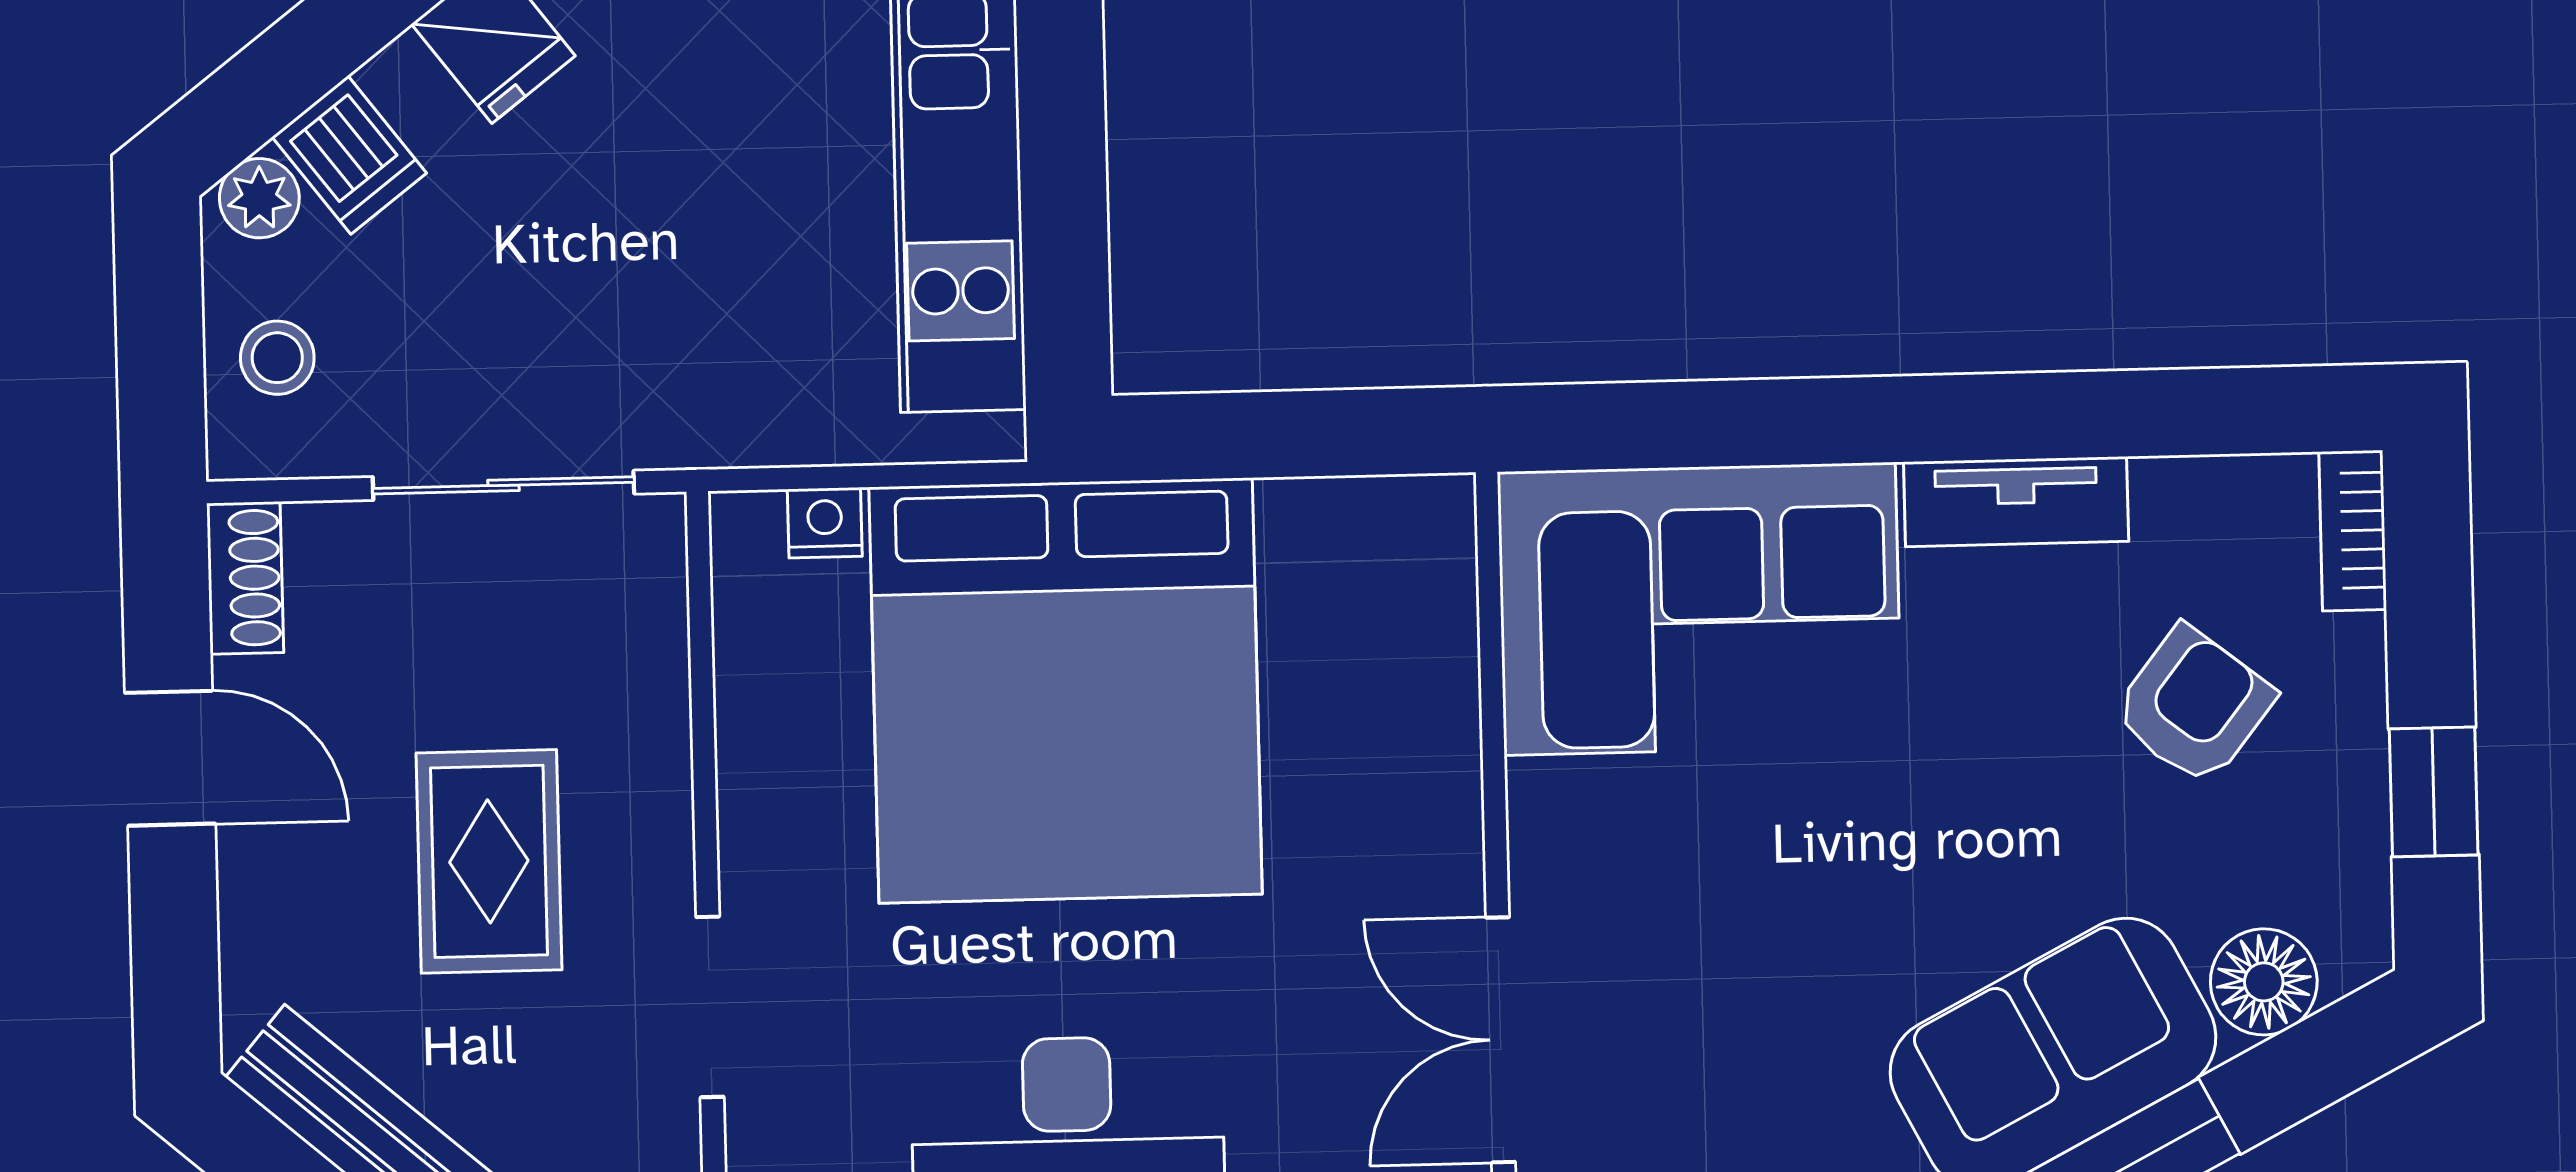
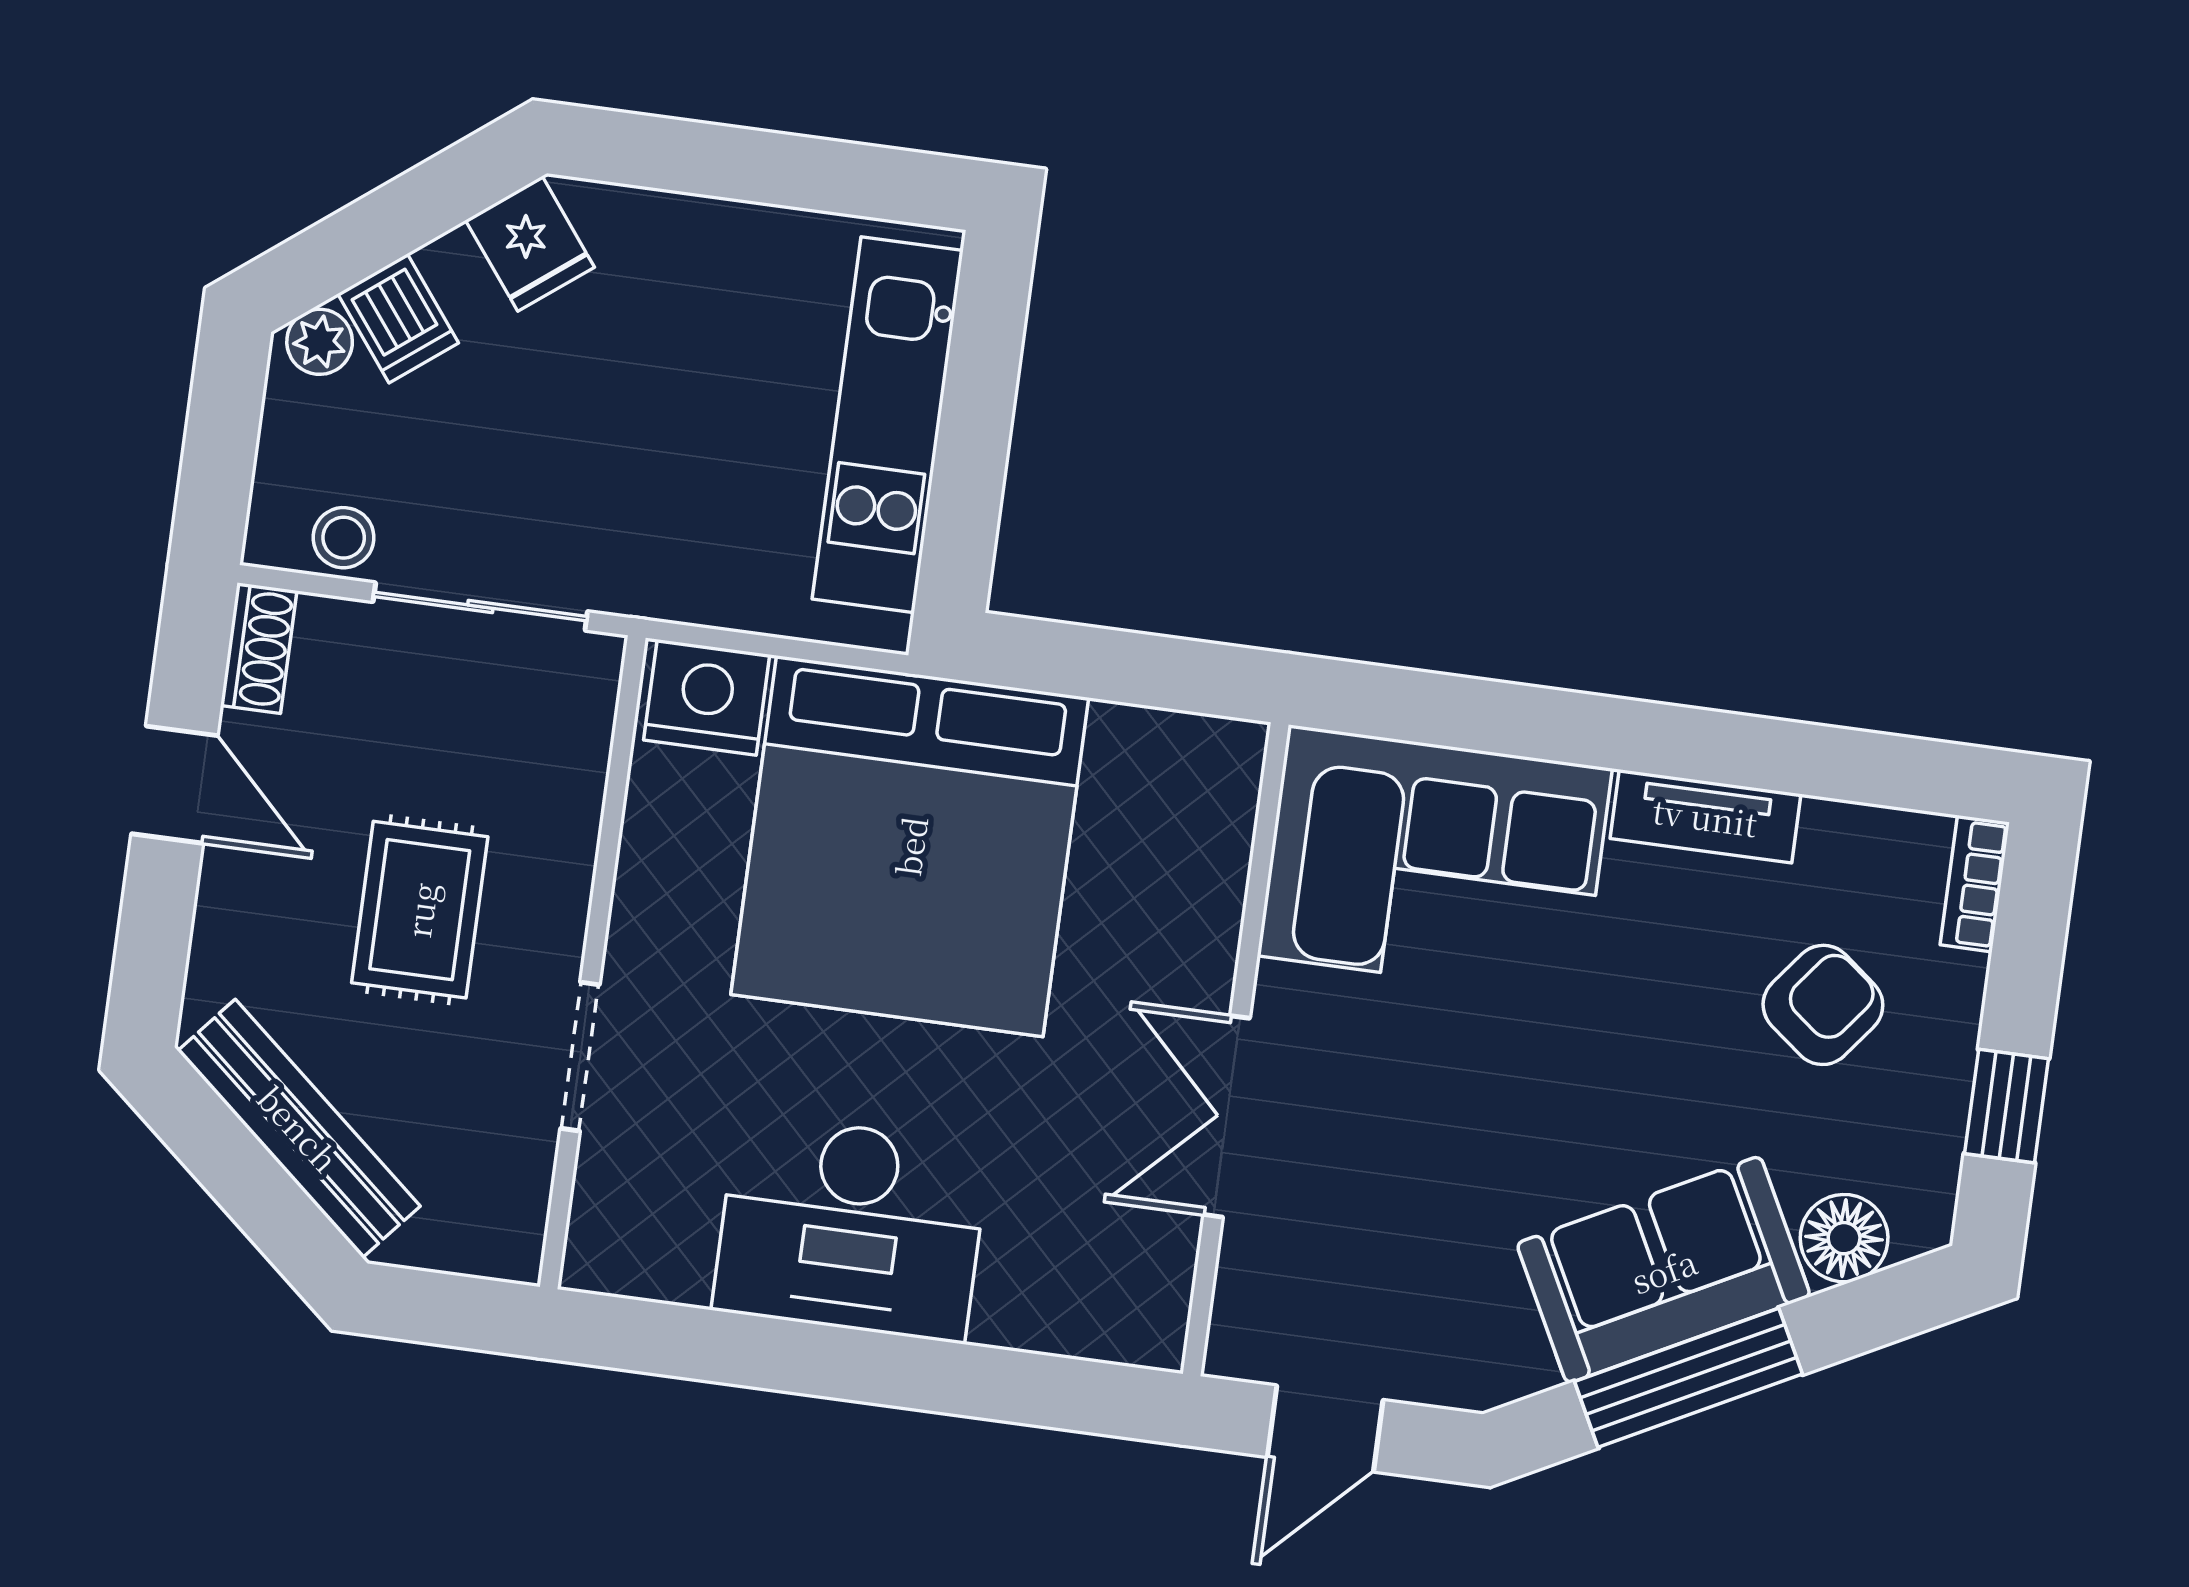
stool: (277, 358) -> (344, 538), moved
nightstand: (825, 523) -> (707, 697), width x1.89, depth x1.79
double door: (1500, 1040) -> (1227, 1116), moved

